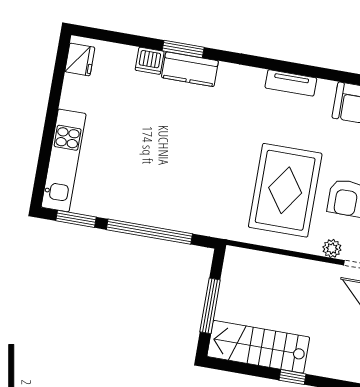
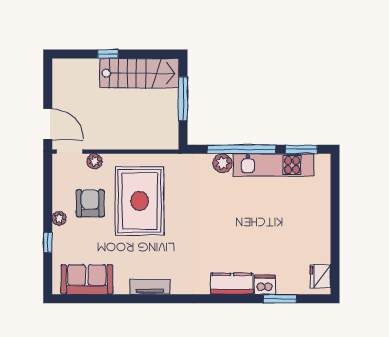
window: (183, 49) -> (280, 299), moved
kitchen unit: (64, 160) -> (274, 165), moved, turned -90
plant: (176, 219) -> (222, 163), added

